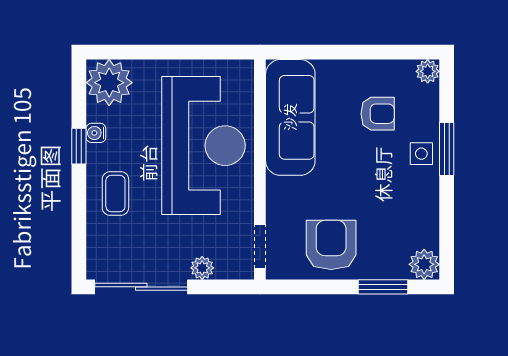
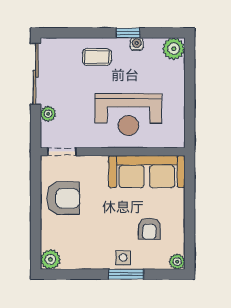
plant: (109, 83) -> (174, 49), width x0.73, depth x0.73
reception desk: (204, 146) -> (128, 115), width x0.74, depth x0.77
window: (383, 287) -> (36, 232), removed

